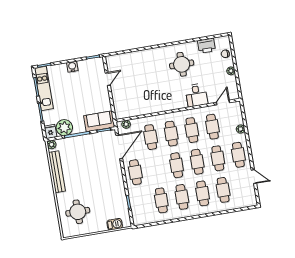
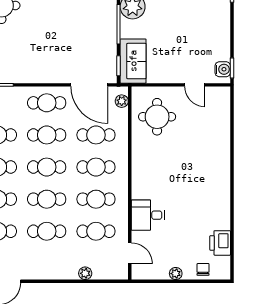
round table: (182, 64) -> (157, 117), moved
water cooler: (72, 67) -> (223, 69), moved
cafe table: (238, 155) -> (47, 135), moved

